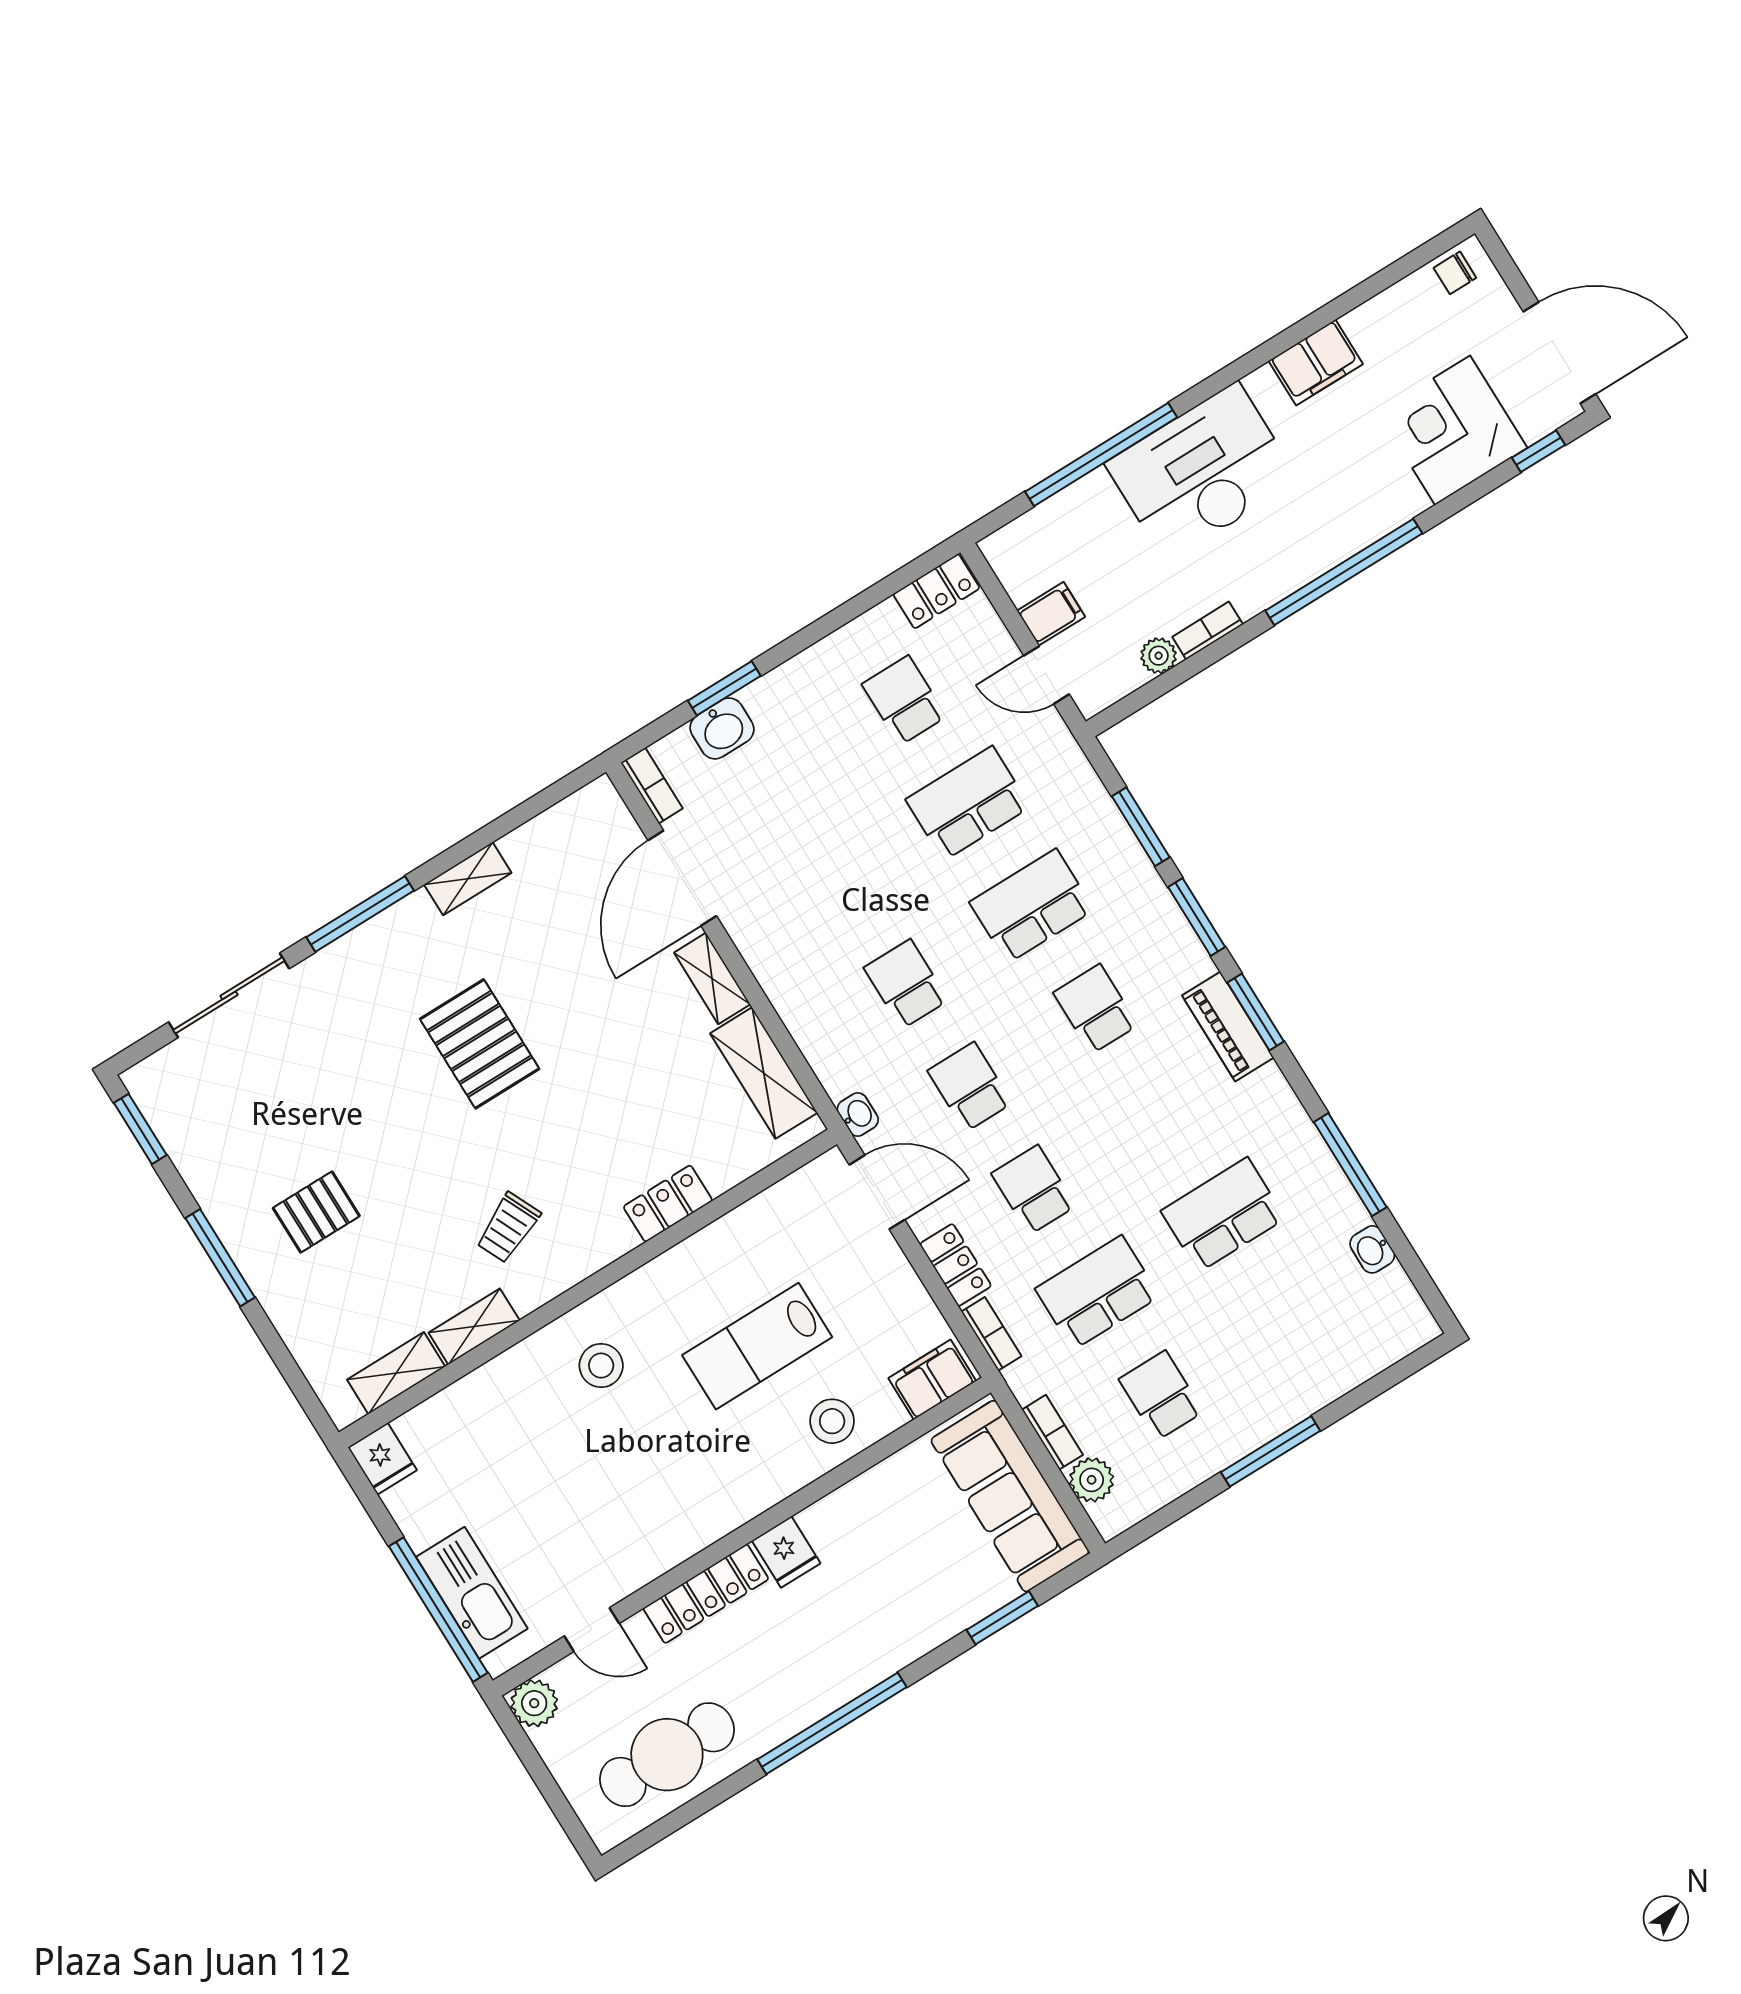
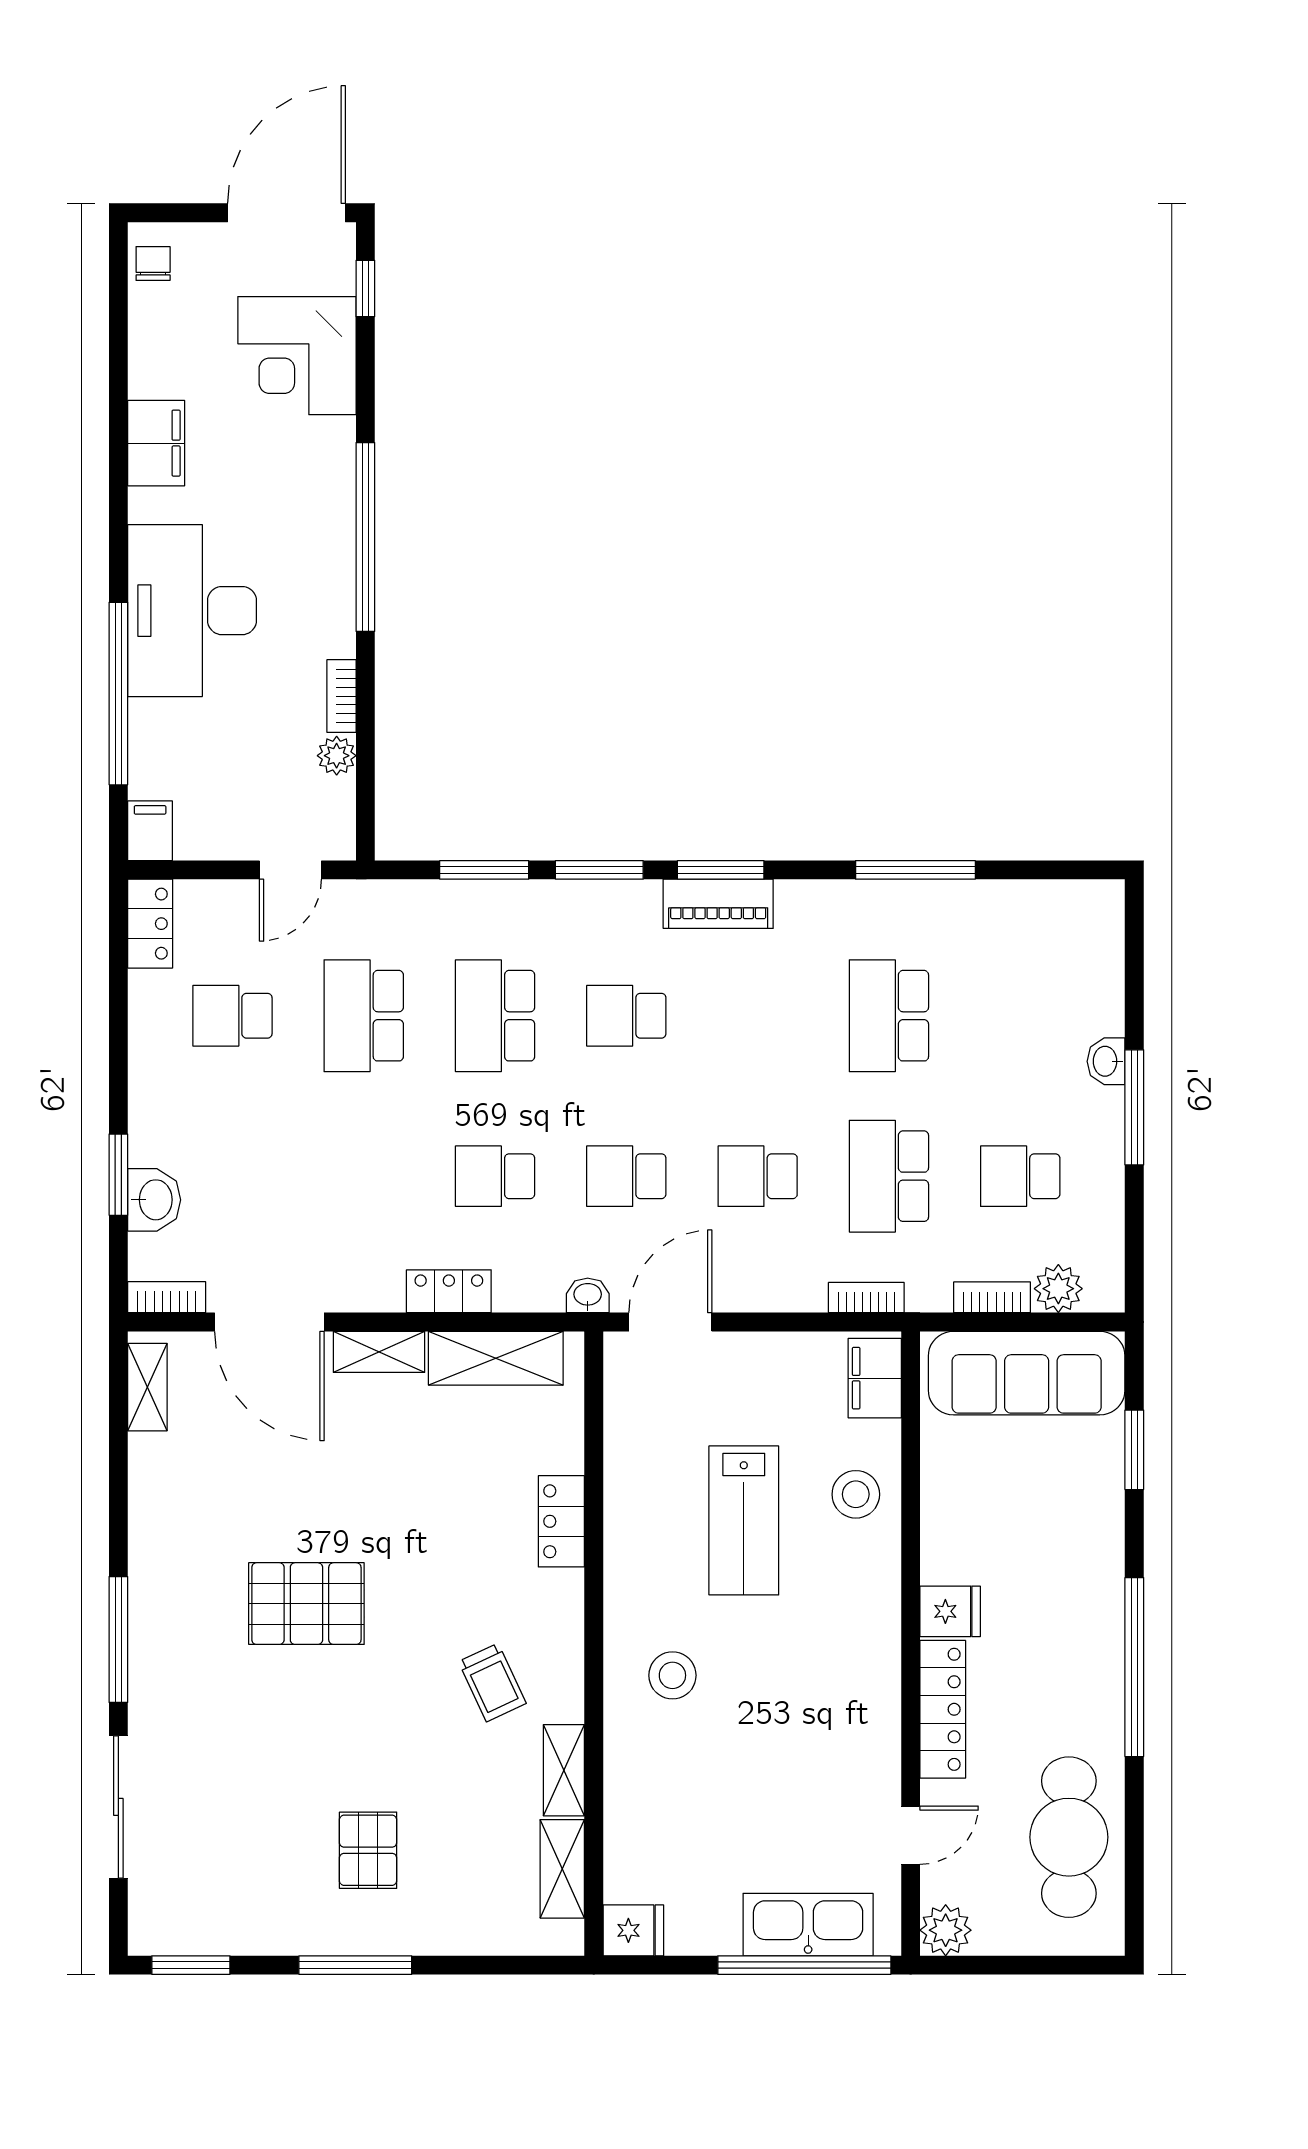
chair: (1455, 273) -> (153, 263), turned 180
filing cabinet: (1051, 614) -> (150, 831), moved
shelving: (468, 879) -> (147, 1387), moved
washbasin: (1372, 1249) -> (1106, 1061), moved, turned 90
locker: (955, 1265) -> (449, 1291), moved

